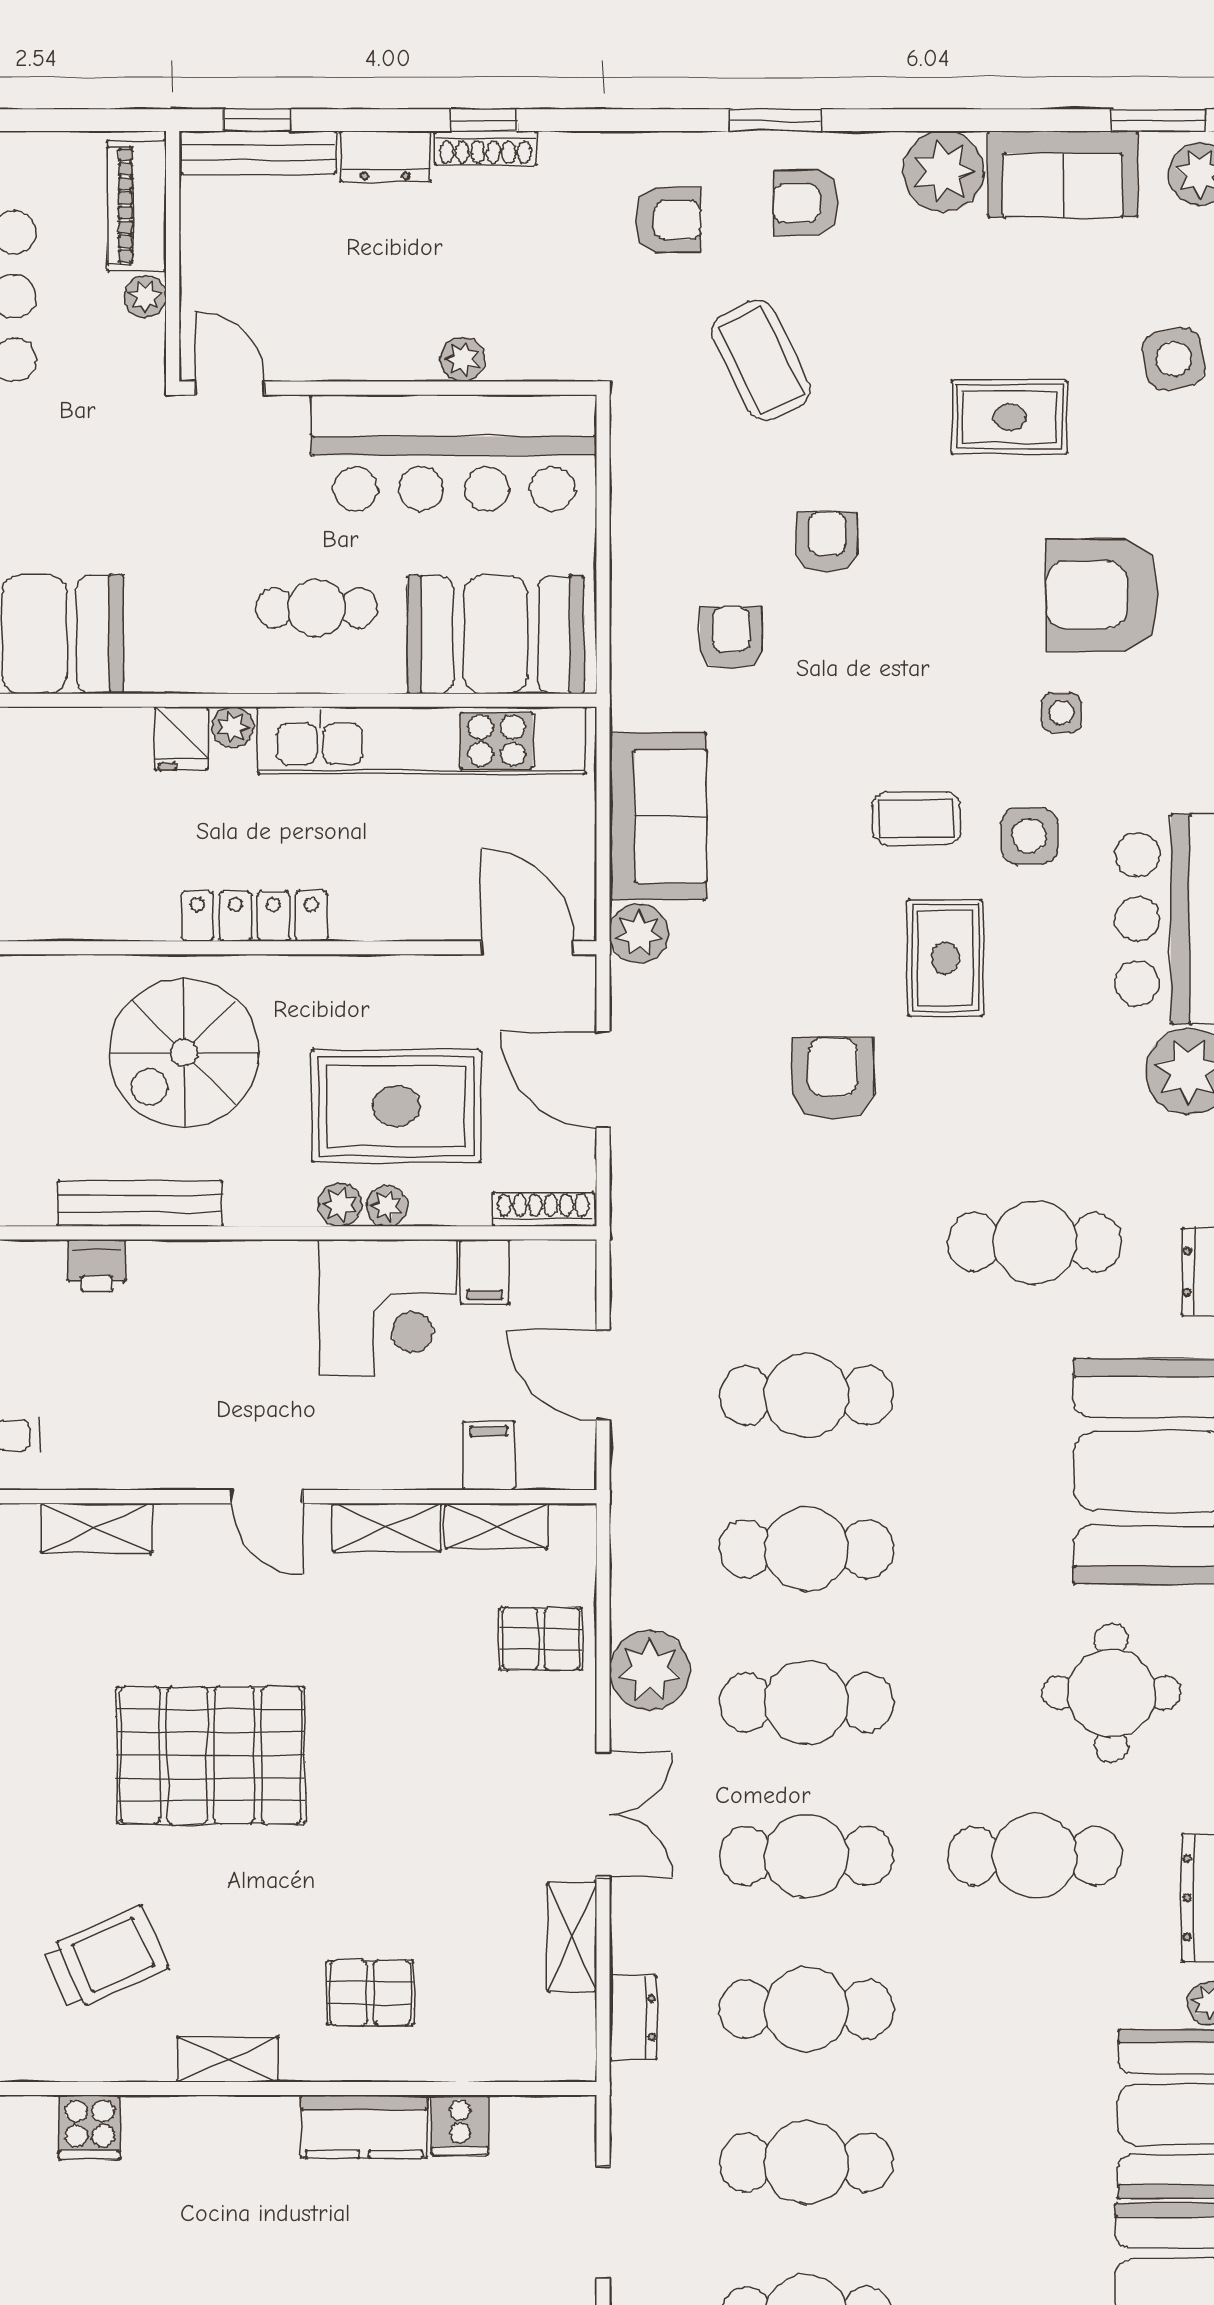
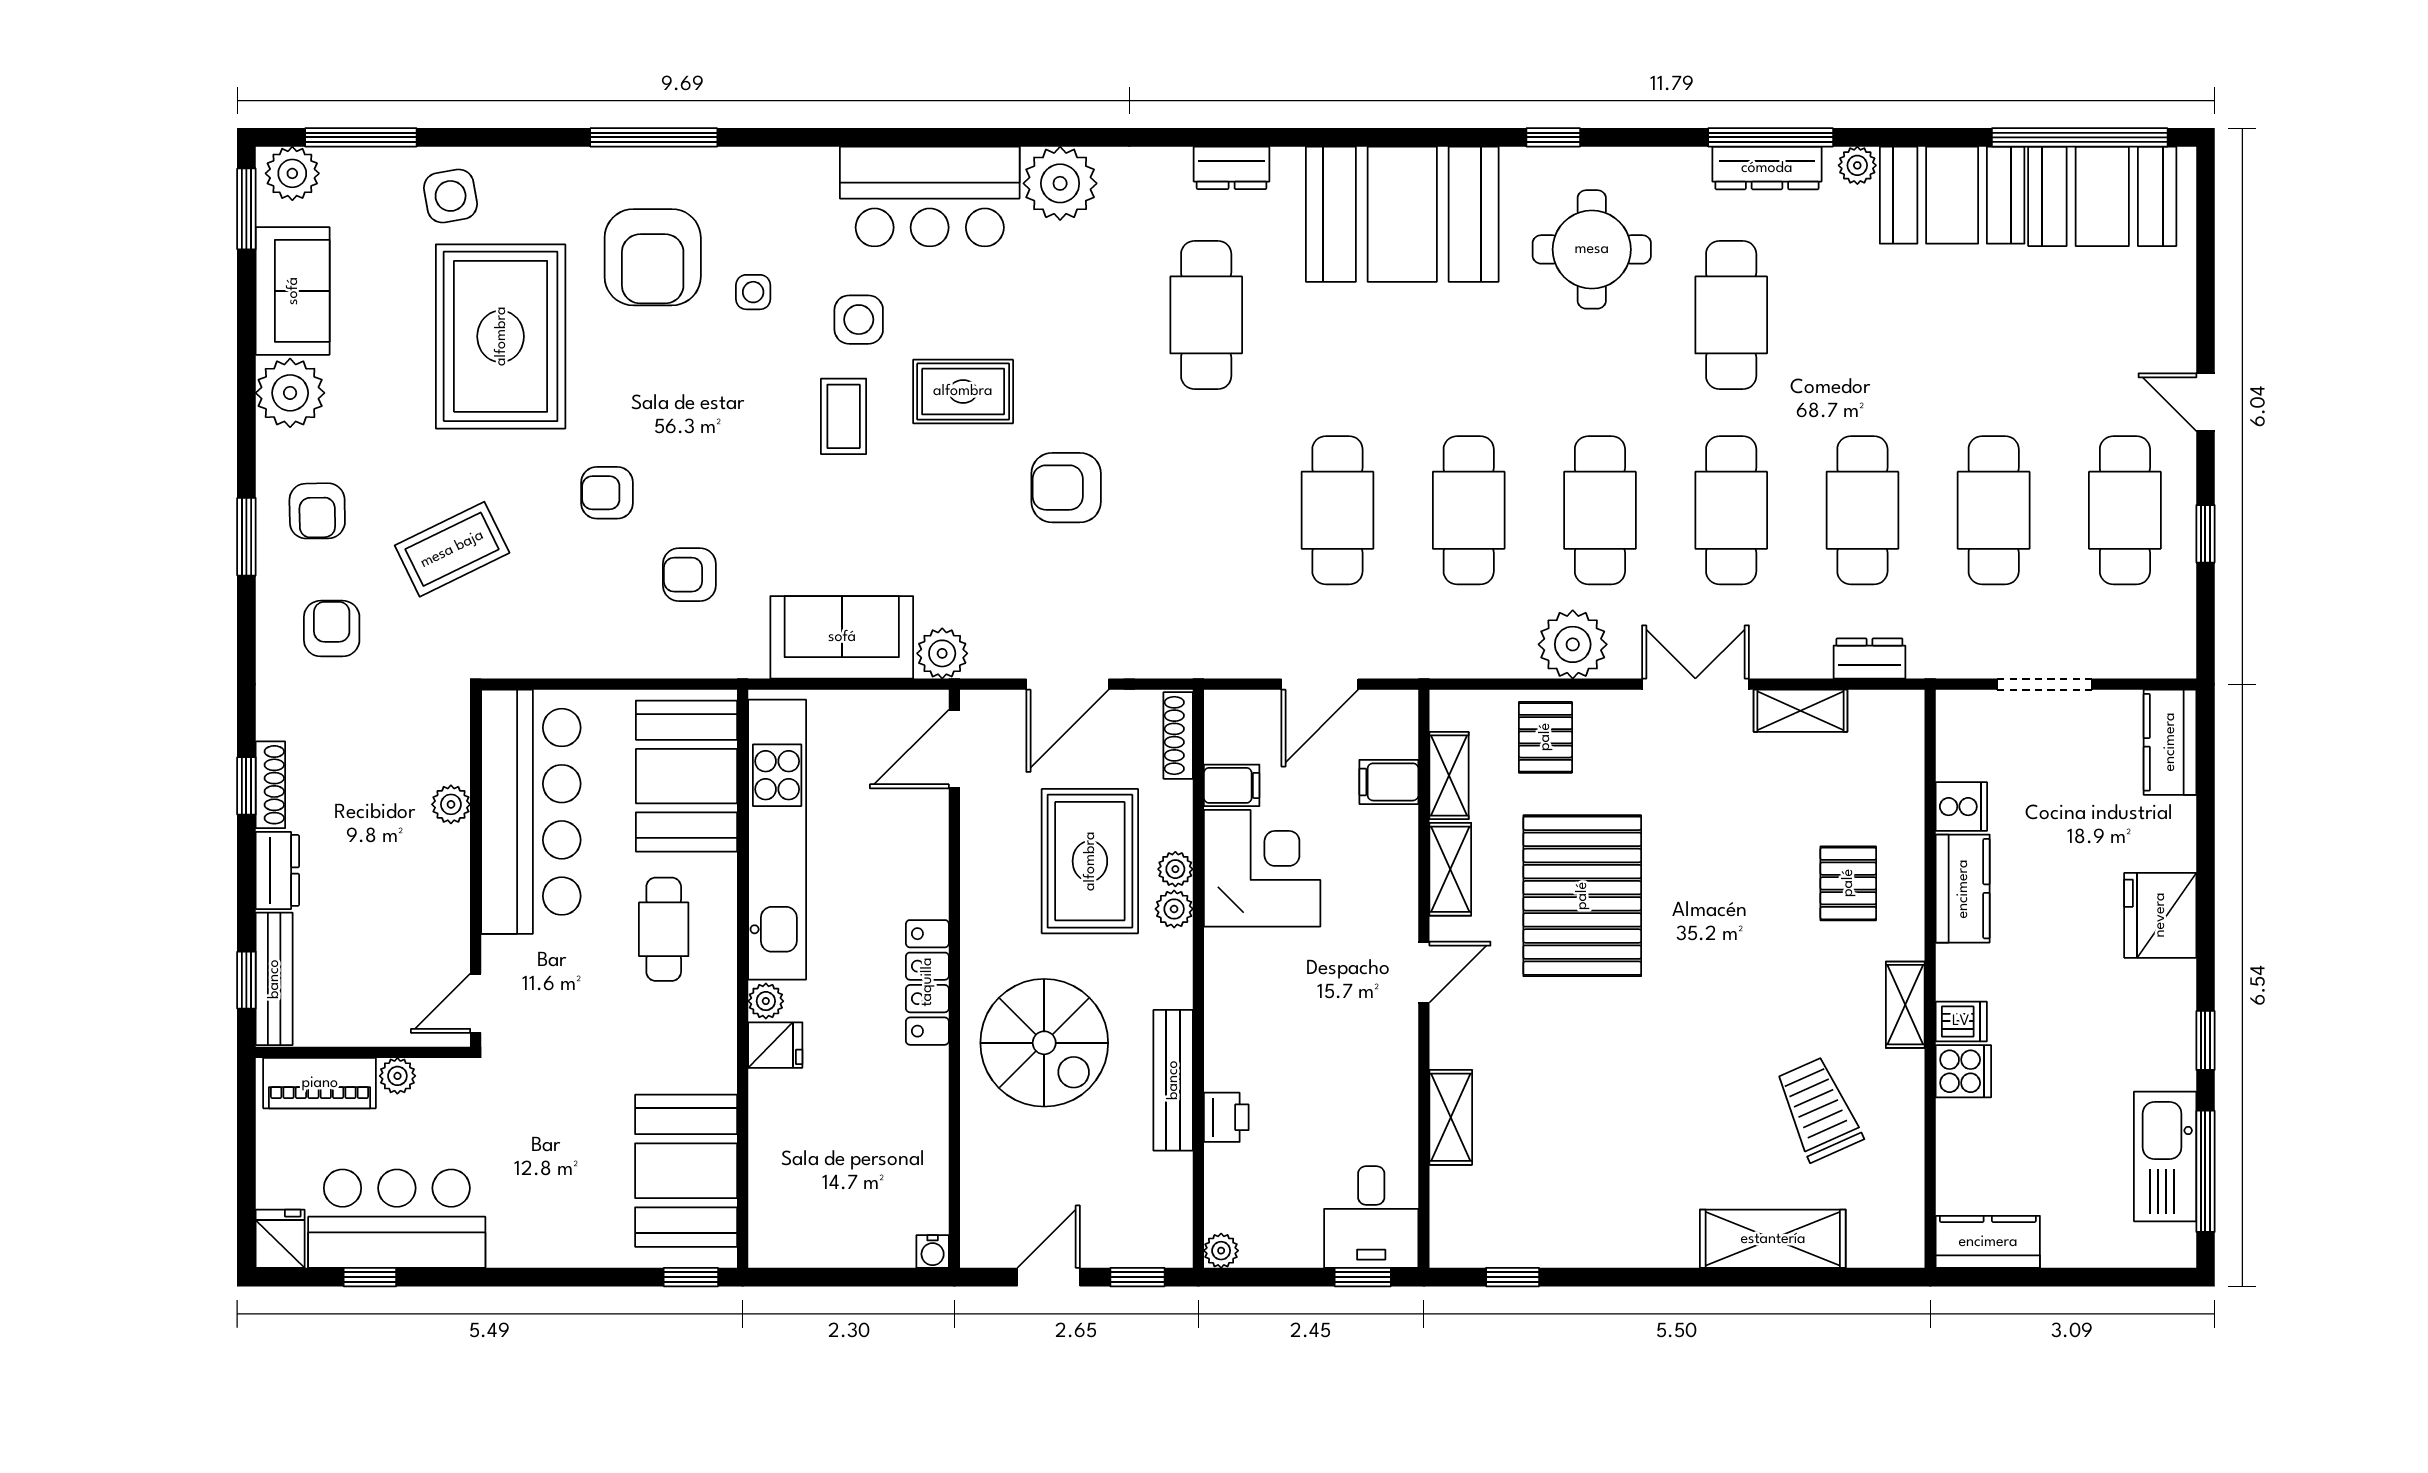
rug: (1010, 417) -> (501, 336), width x1.86, depth x2.06
pallet: (211, 1755) -> (1582, 896), moved
dishwasher: (209, 2125) -> (1961, 1021), added
cooker: (90, 2127) -> (1963, 1071), moved

